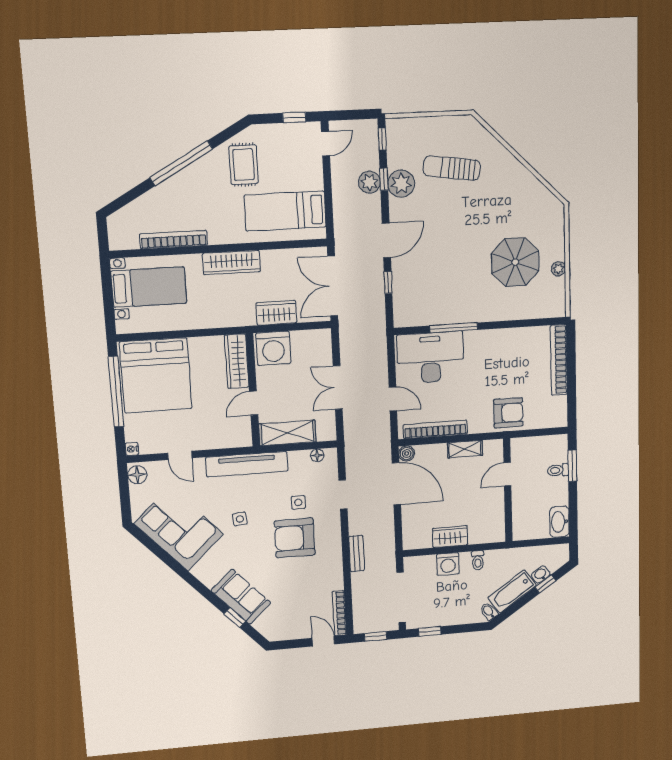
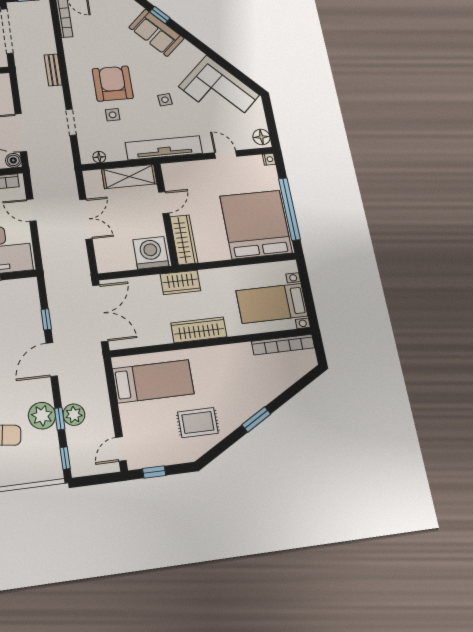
window: (181, 163) -> (256, 419), width x0.47
rug: (244, 165) -> (198, 423), turned 90
bookcase: (174, 240) -> (283, 345), moved
wardrobe: (276, 313) -> (180, 282), moved
armchair: (295, 538) -> (113, 84), turned -90

